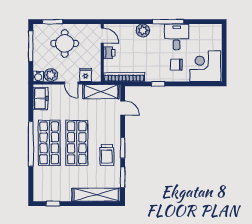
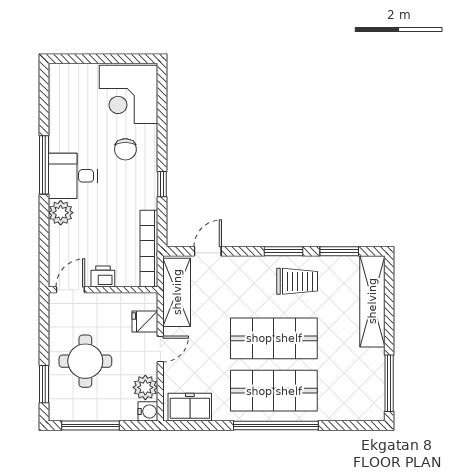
desk: (177, 37) -> (73, 176), moved
window: (53, 204) -> (389, 383), width x2.17

